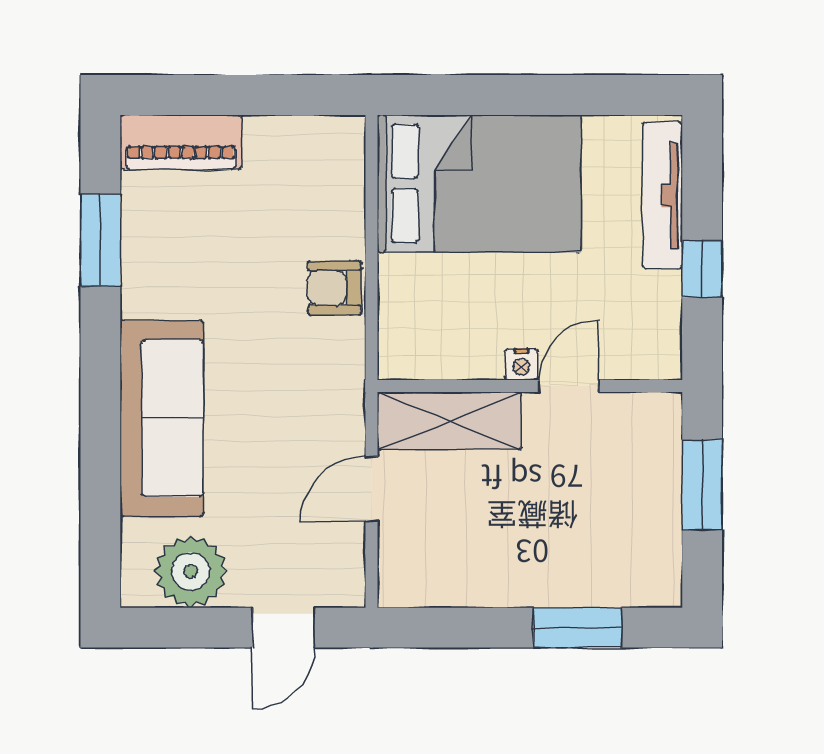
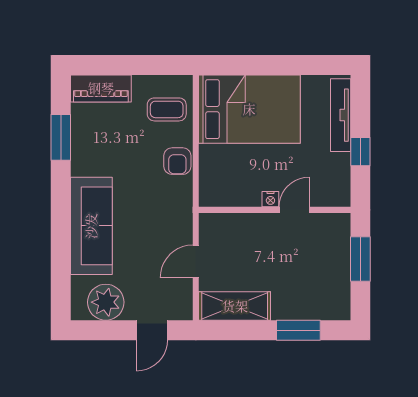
coffee table: (313, 184) -> (167, 109), added
armchair: (335, 288) -> (177, 161), turned -90
shelving: (449, 421) -> (235, 306), moved

